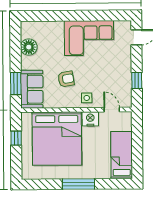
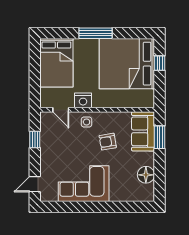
window: (16, 138) -> (160, 63), moved
bed: (57, 139) -> (127, 64), moved, turned -90
bed: (122, 155) -> (56, 63), width x1.50

